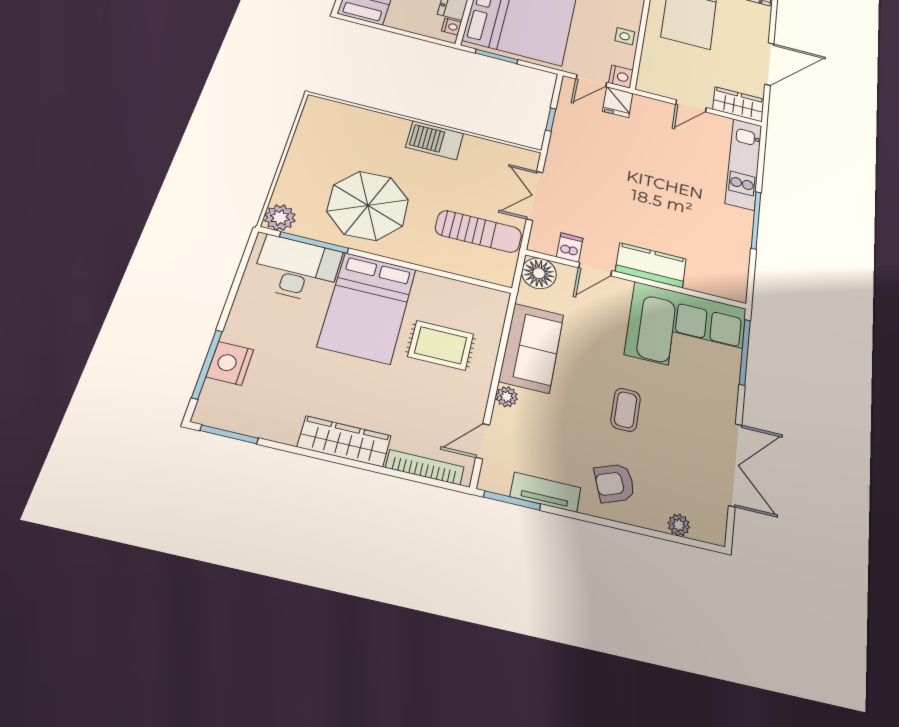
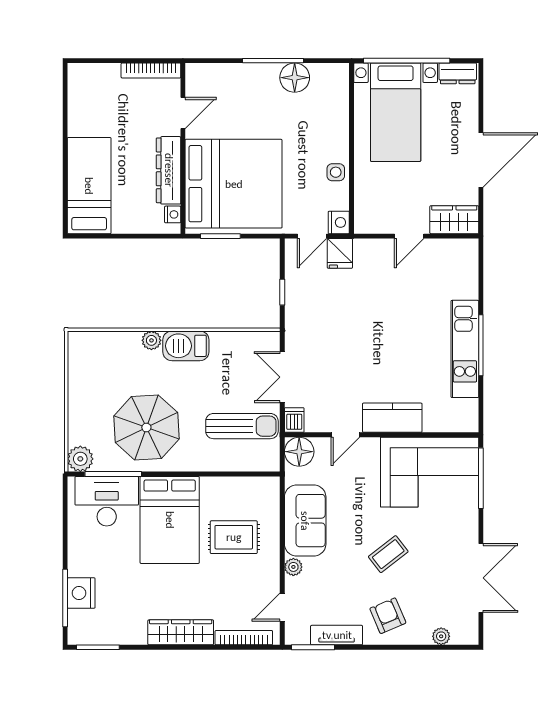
plant: (398, 126) -> (151, 340), added
kitchen unit: (744, 164) -> (465, 349), moved
dishwasher: (570, 248) -> (294, 420), moved
coffee table: (626, 410) -> (388, 554), turned 52
armchair: (615, 483) -> (388, 616), turned 88

